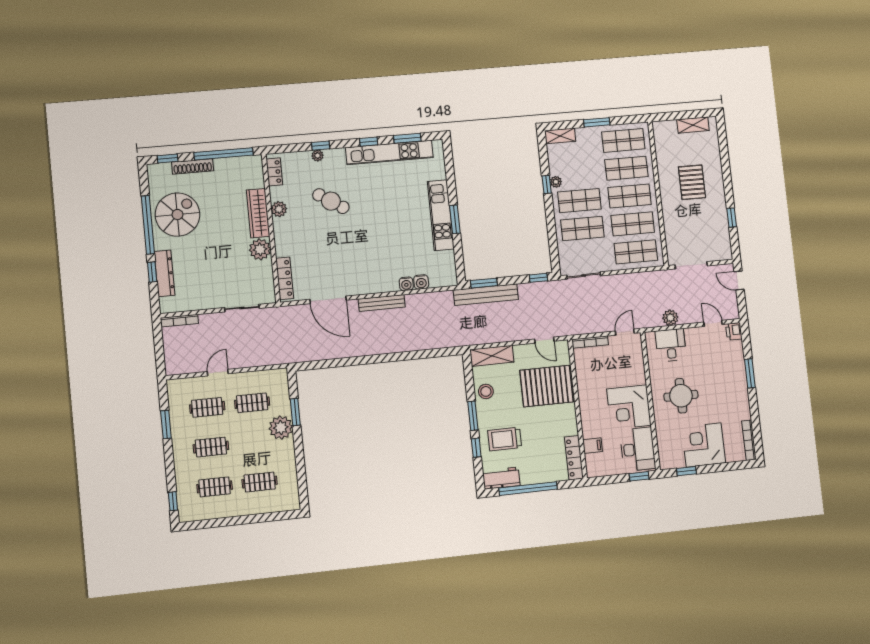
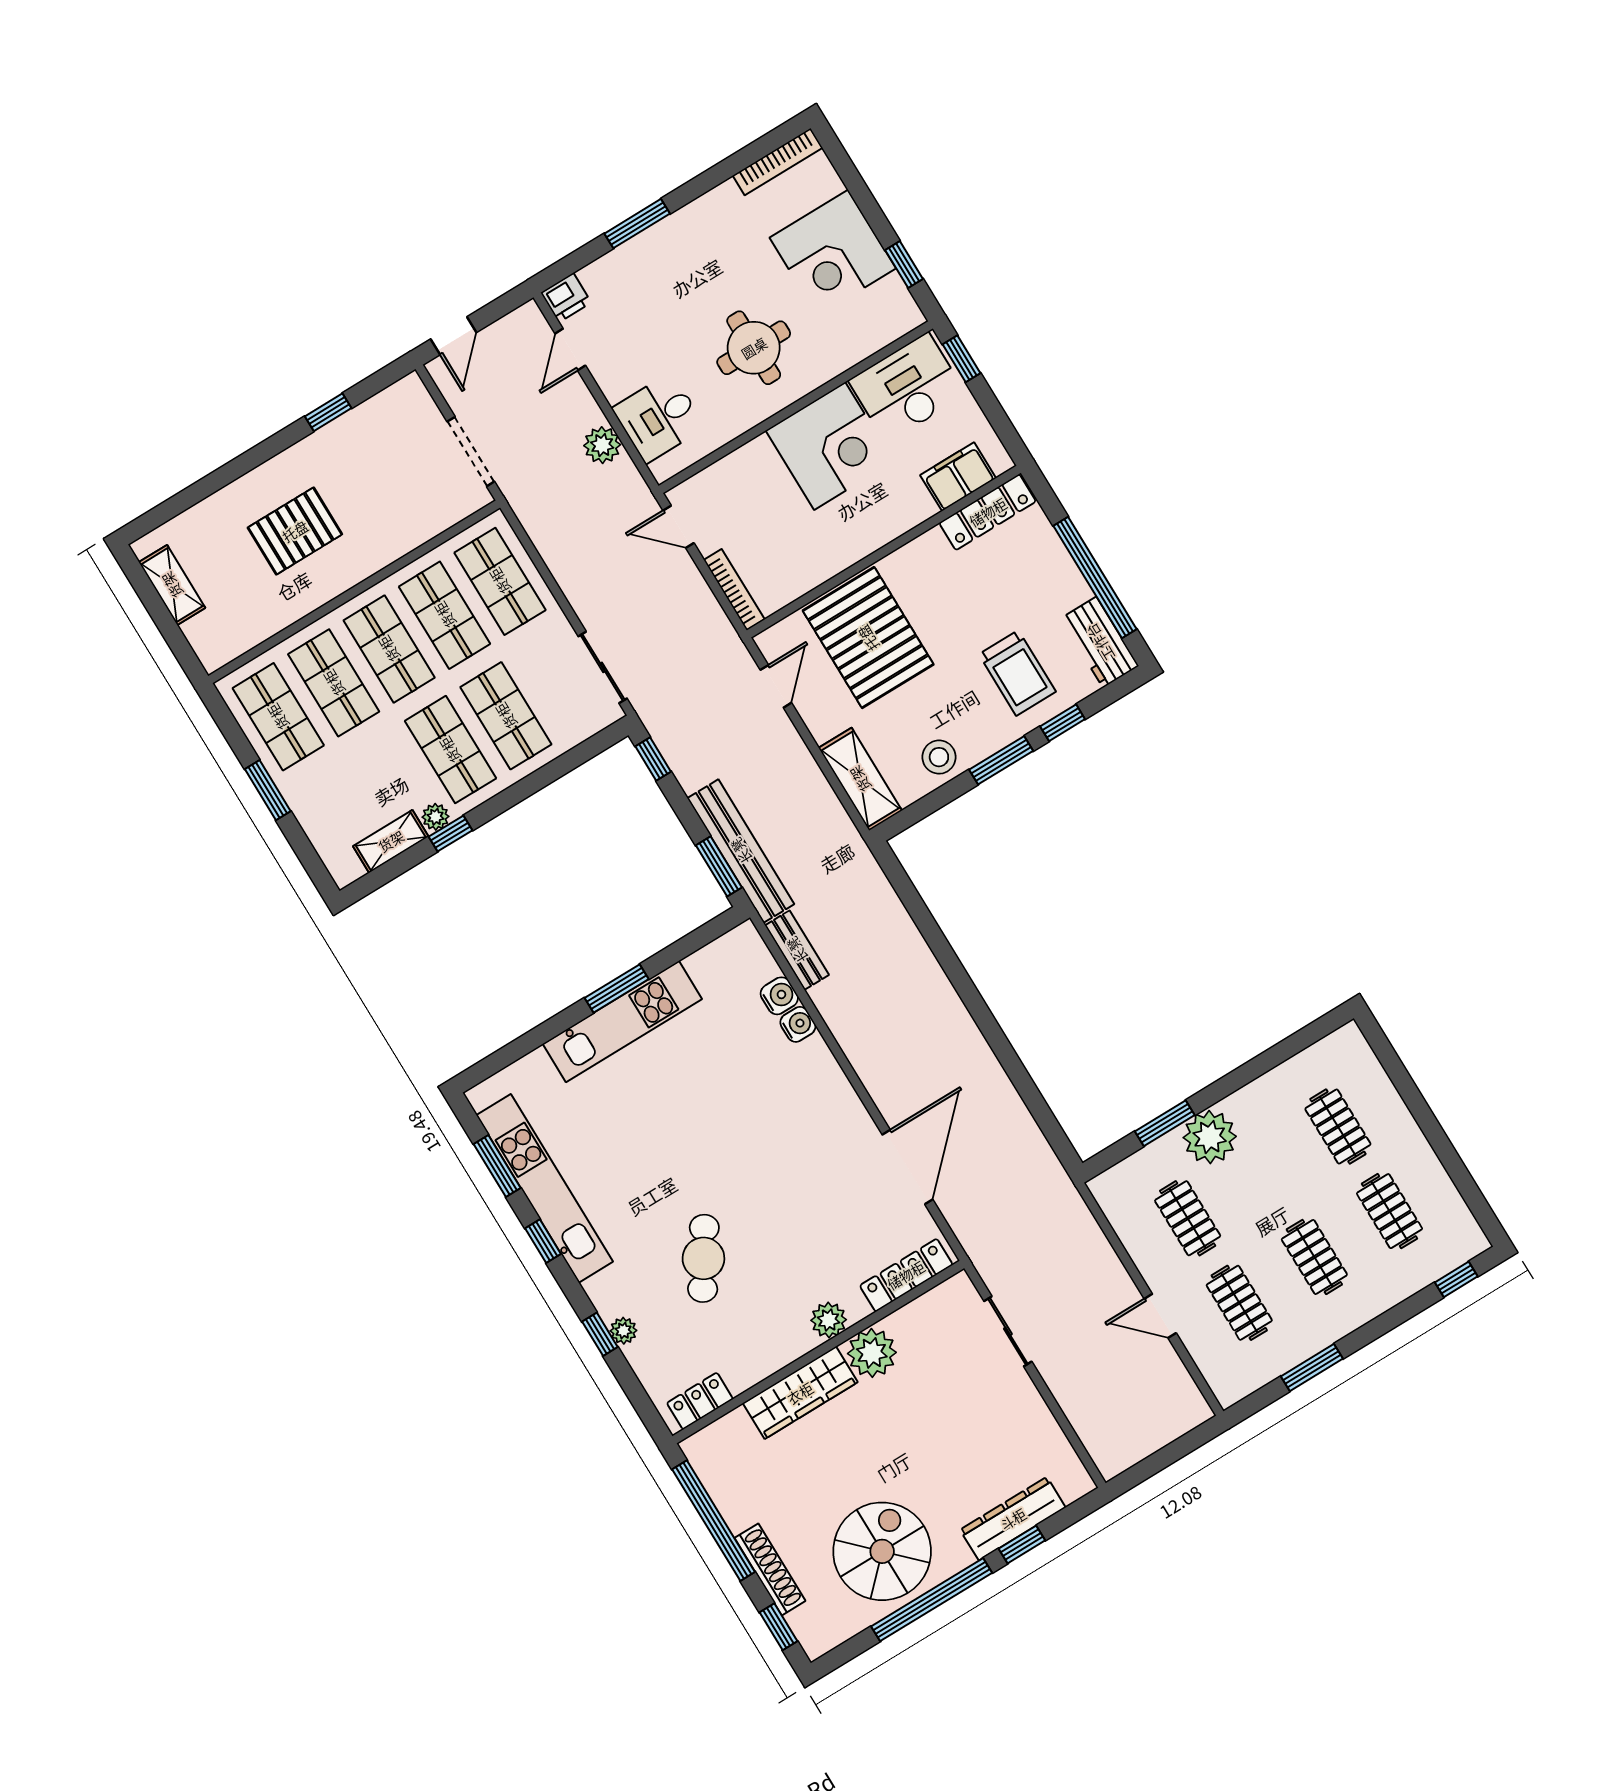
shelving: (560, 136) -> (391, 841), moved, turned 90
plant: (279, 209) -> (829, 1320), moved
spiral stairs: (177, 215) -> (882, 1551), turned 90
bench: (382, 303) -> (797, 950), moved, width x0.73
bookcase: (179, 321) -> (1093, 1443), removed
filing cabinet: (593, 446) -> (958, 477), width x2.00

